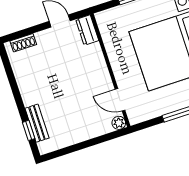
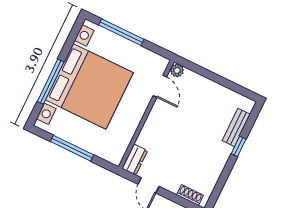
window: (29, 130) -> (239, 146), moved

